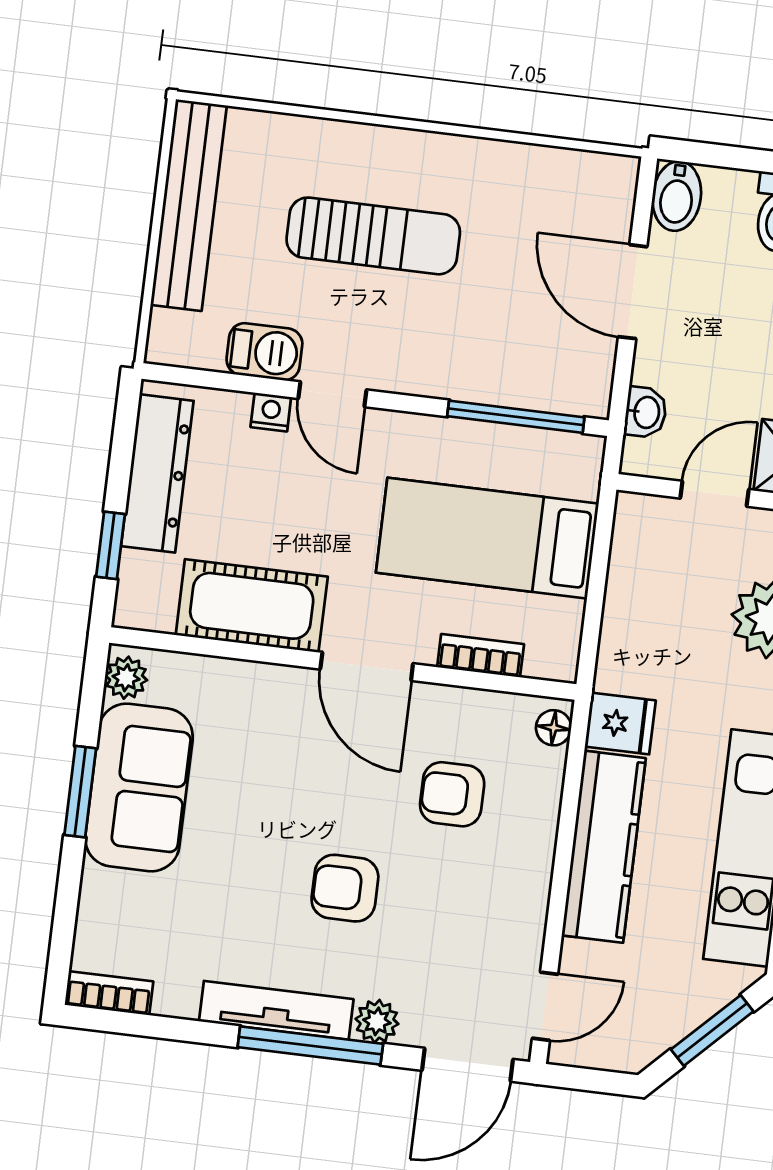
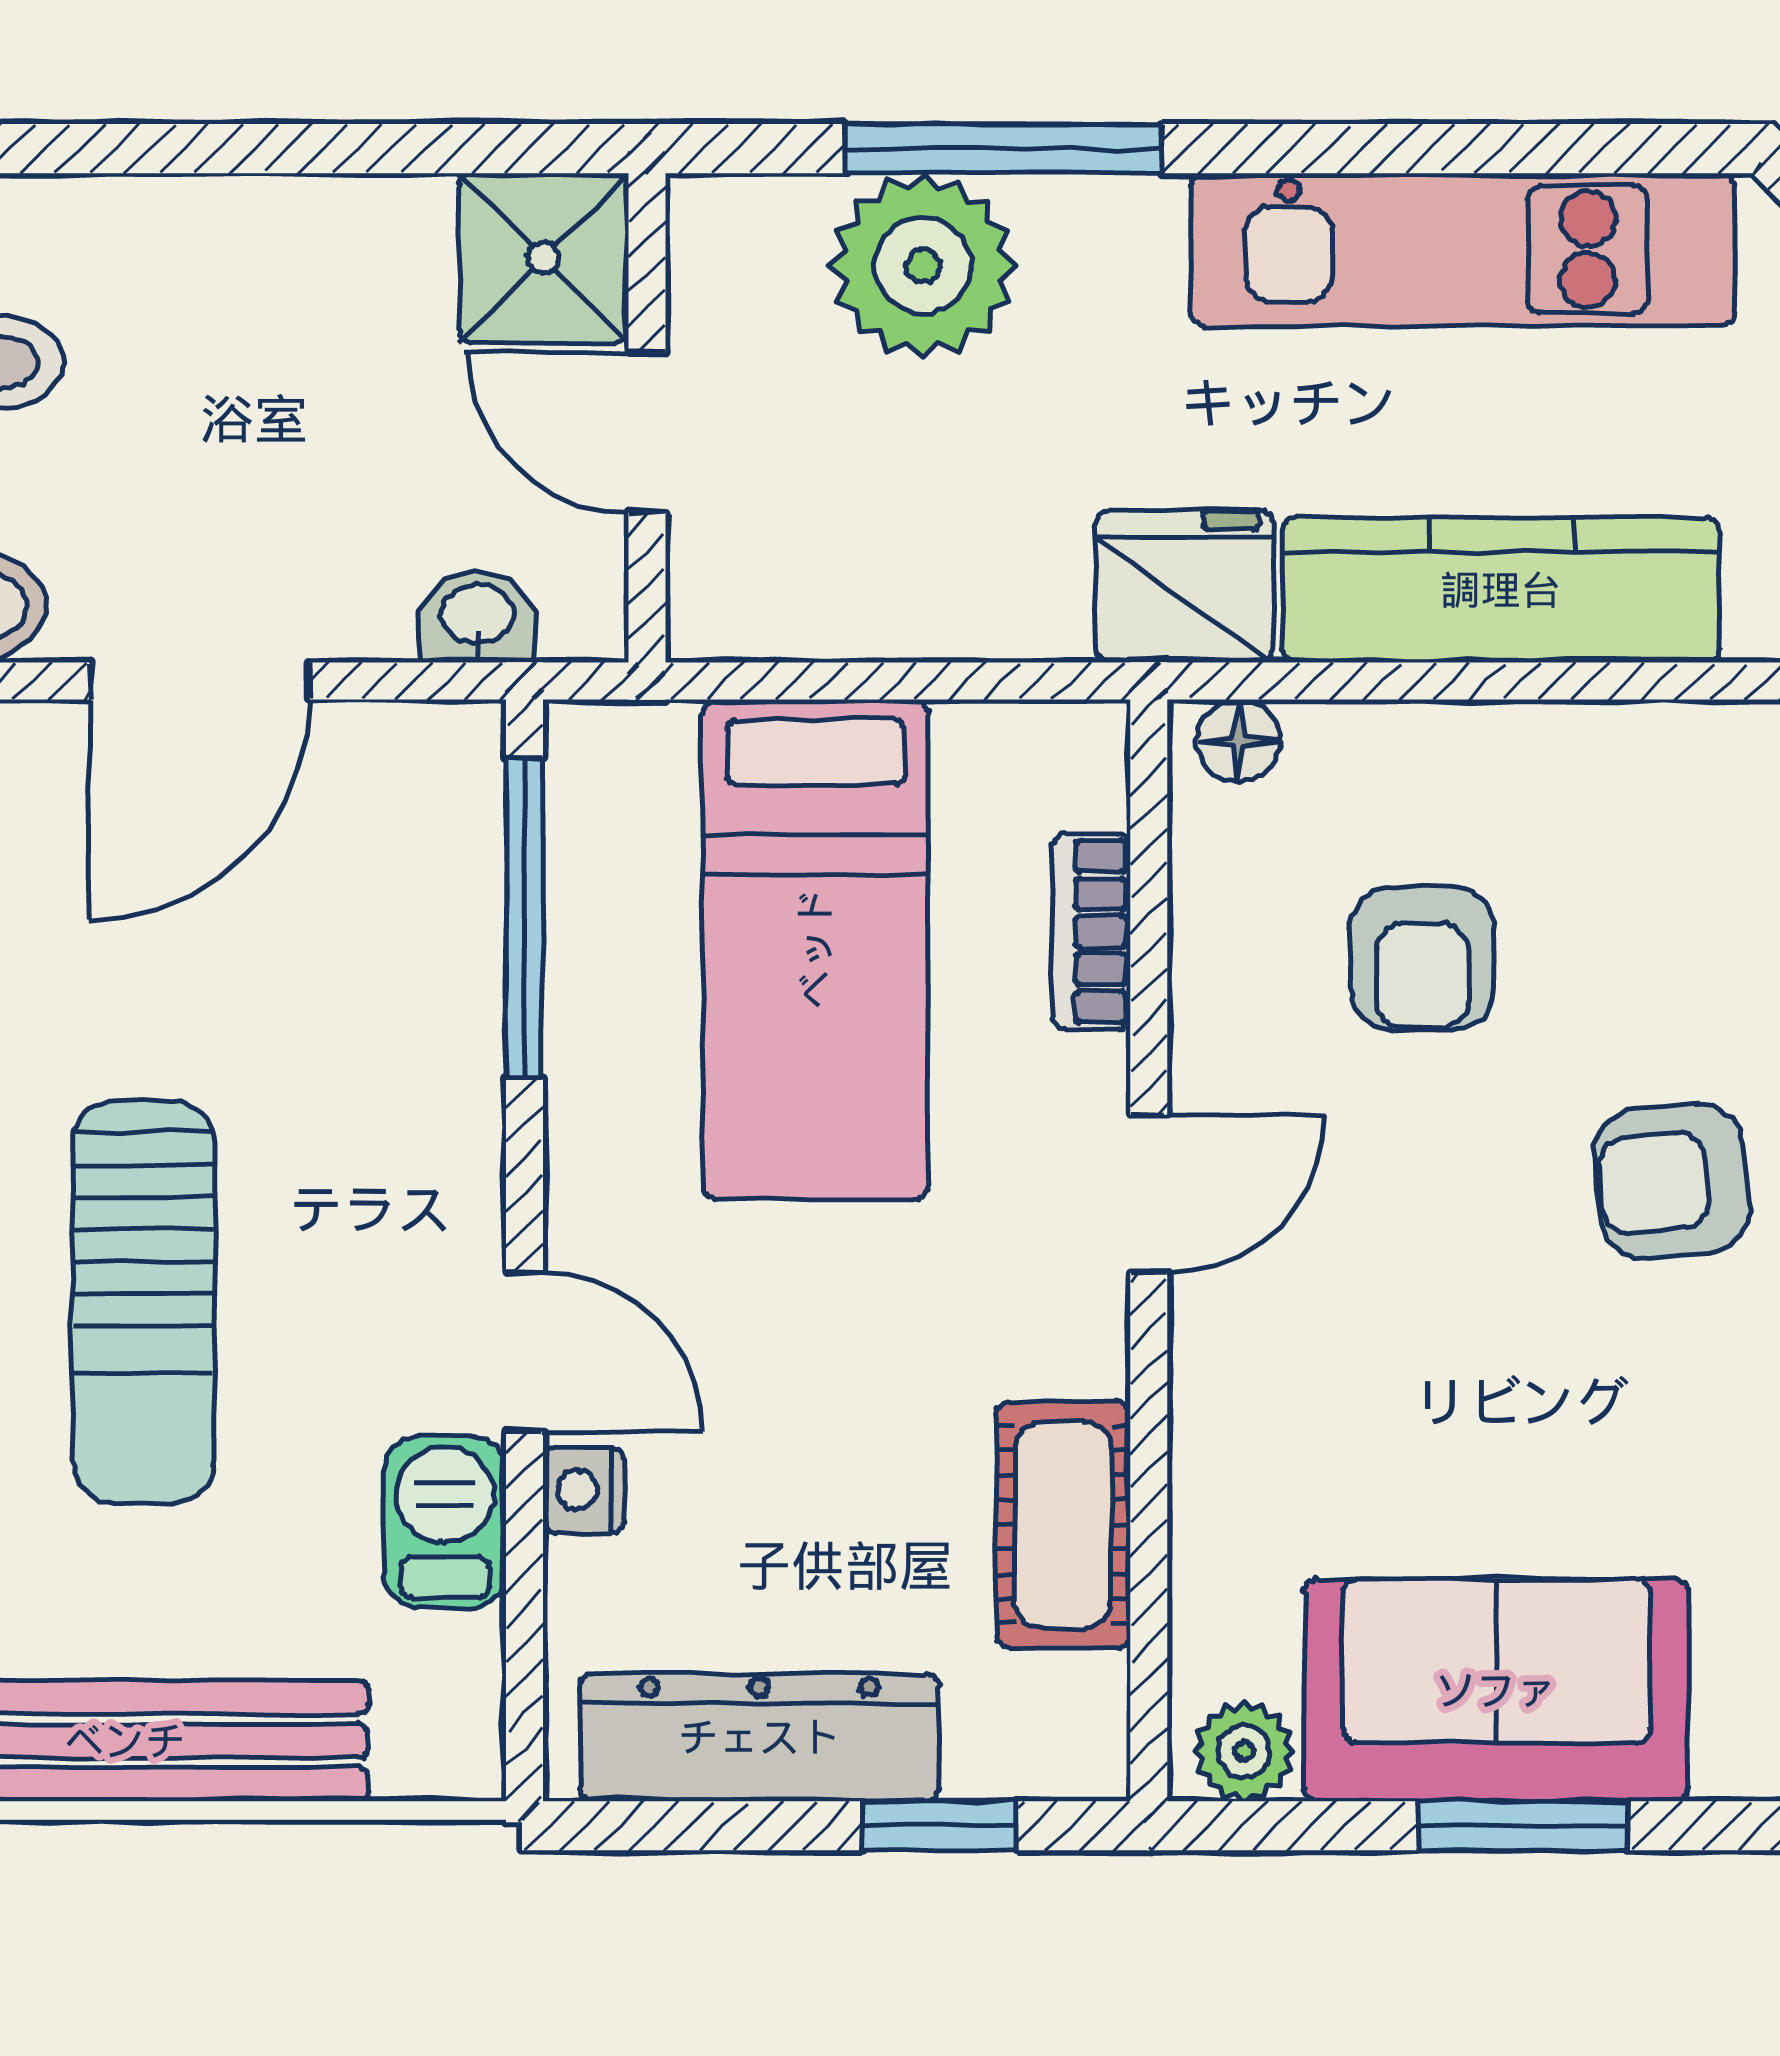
sun lounger: (373, 236) -> (144, 1302), turned 180
door: (332, 394) -> (524, 1352), hinge flipped
cot: (252, 606) -> (1063, 1525), width x0.73, depth x0.75
door: (367, 666) -> (1149, 1194), width x0.73
fridge: (620, 723) -> (1185, 587), width x1.38
armchair: (345, 888) -> (1672, 1181), turned 84

